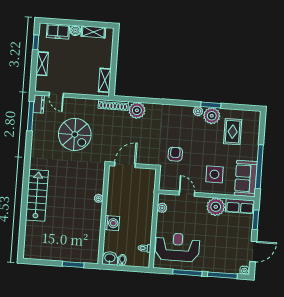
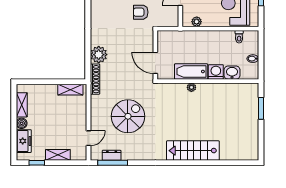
dresser: (39, 104) -> (112, 155), moved
bathtub: (114, 199) -> (191, 71), added
washbasin: (110, 258) -> (232, 73), moved, turned 90

